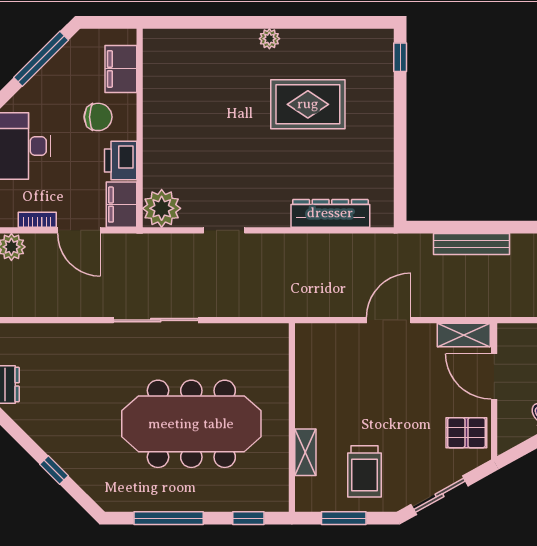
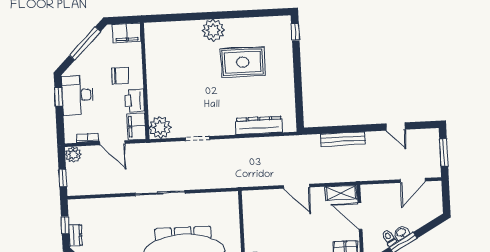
plant: (269, 39) -> (213, 30), width x1.88, depth x1.88
filing cabinet: (121, 69) -> (127, 33), moved, turned -90
door: (389, 320) -> (297, 186), swing flipped

